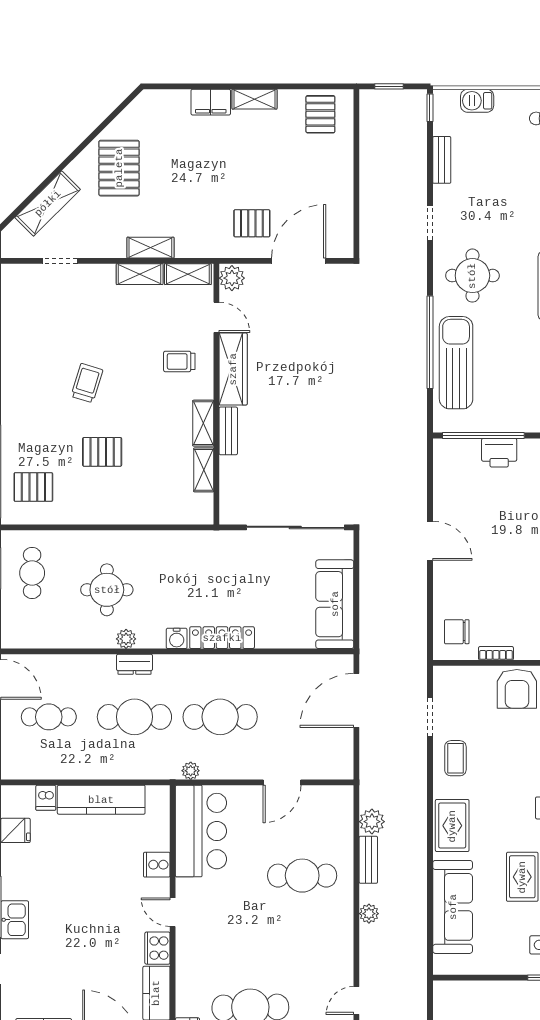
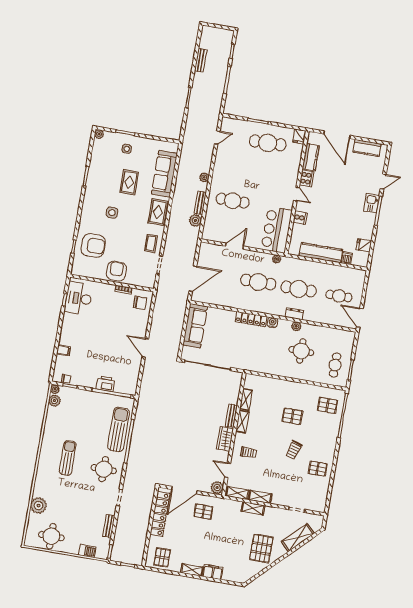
locker: (340, 203) -> (160, 514), added
pallet: (31, 353) -> (318, 469), added
sun lounger: (456, 363) -> (119, 429), turned 180
wardrobe: (233, 369) -> (225, 439), width x0.67

